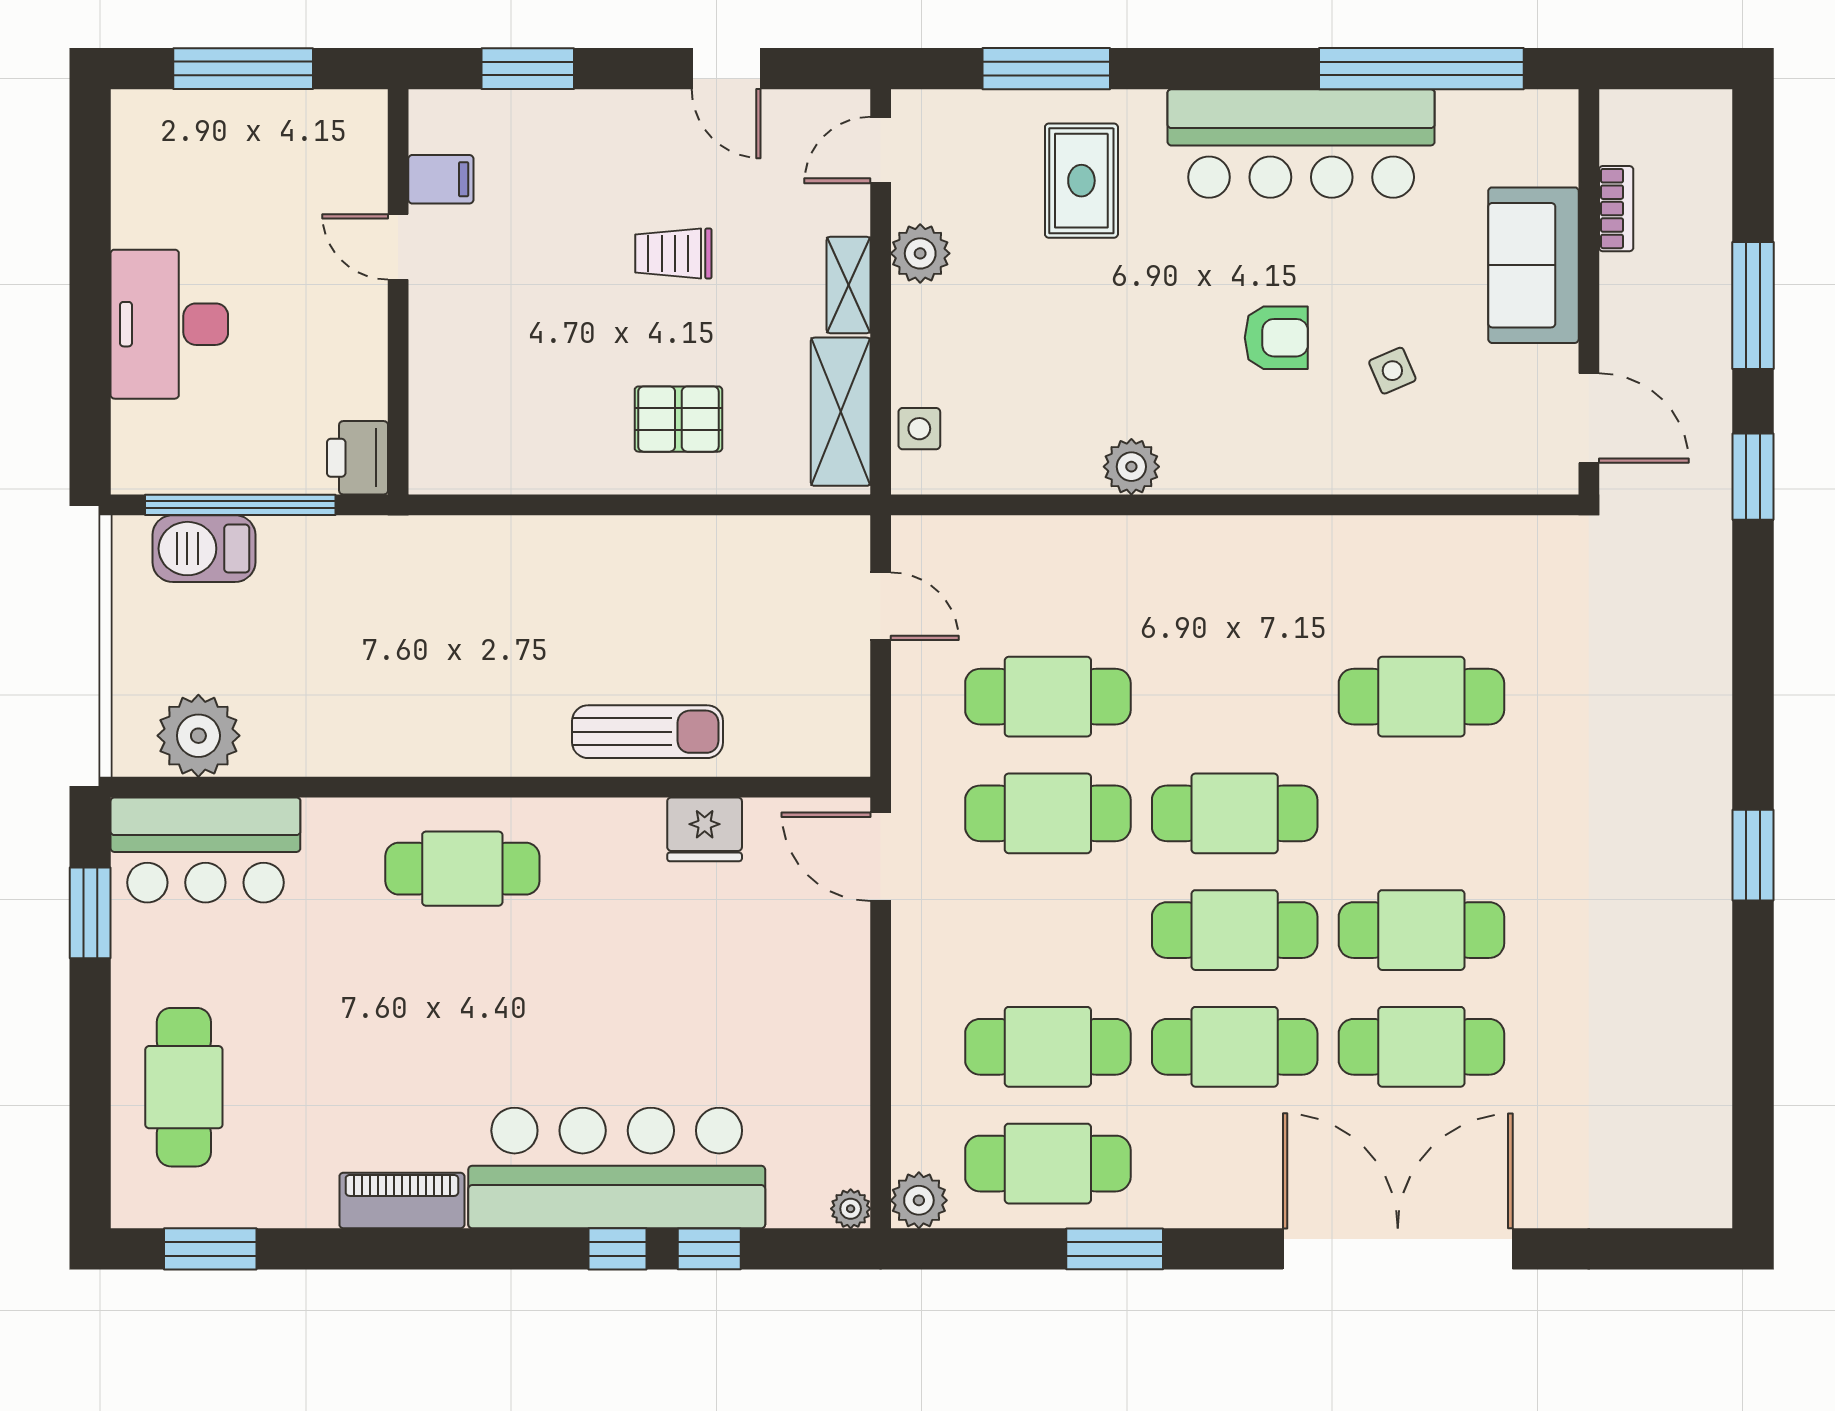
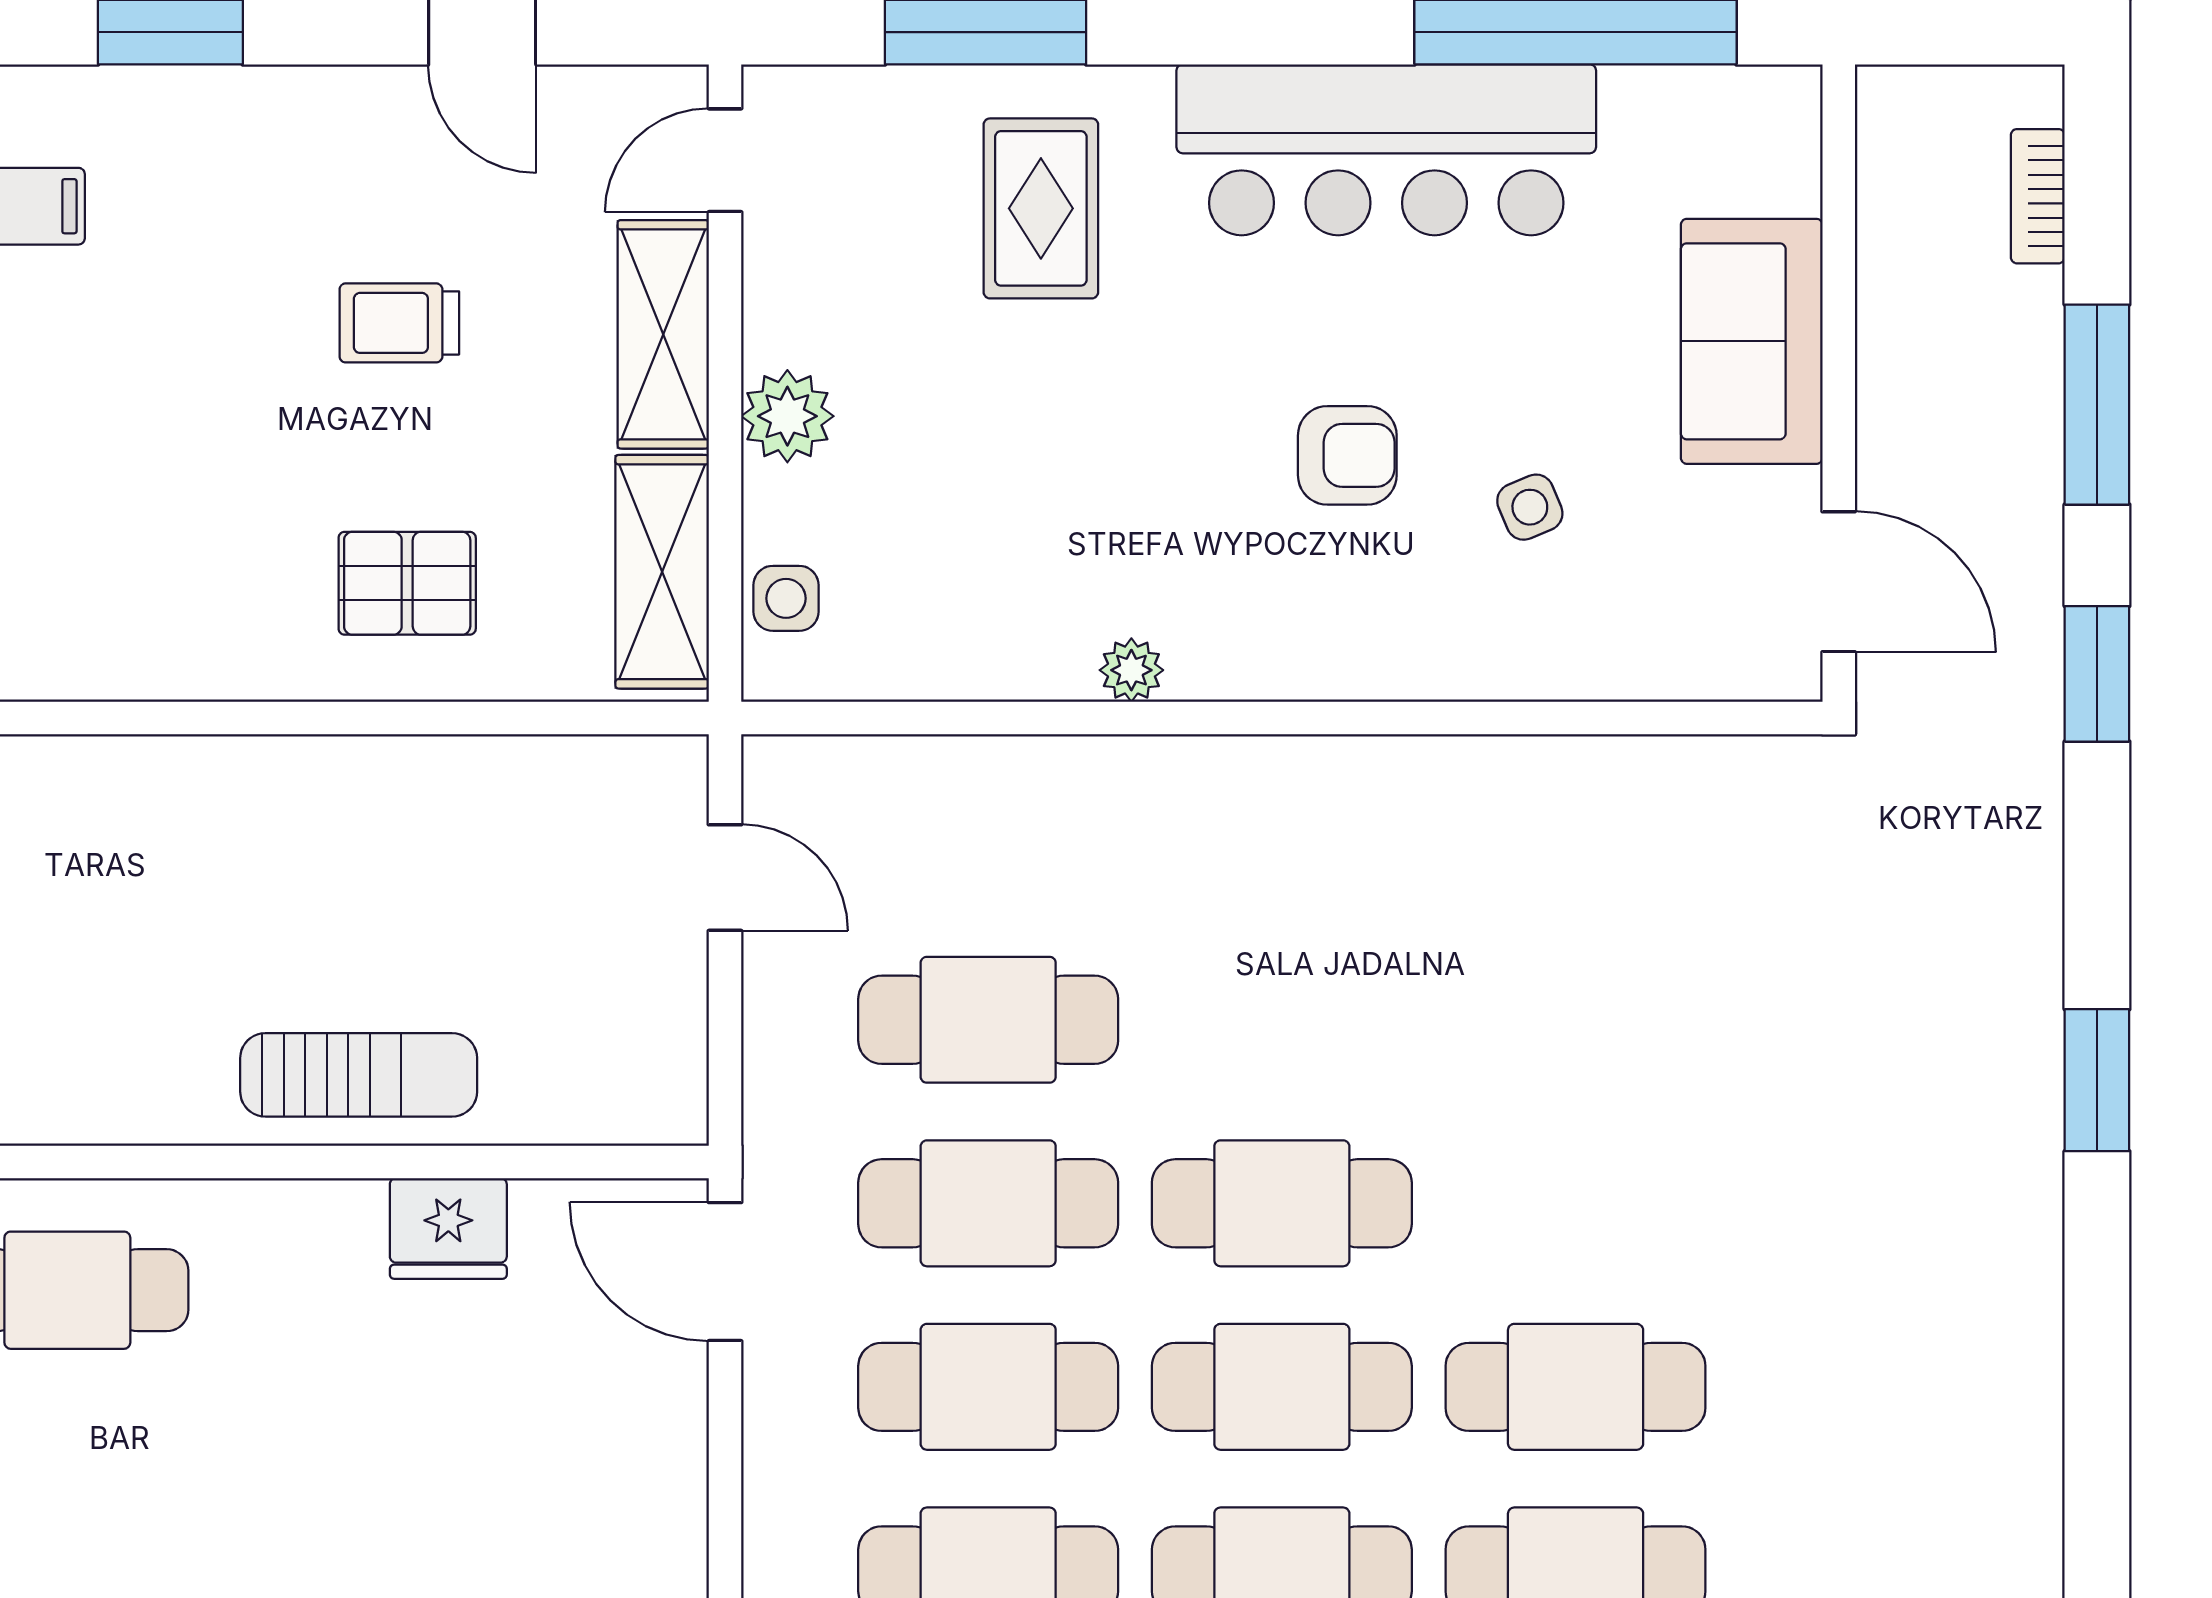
bookcase: (1616, 209) -> (2038, 196), moved, turned 180
plant: (920, 253) -> (787, 416), moved
shelving: (848, 285) -> (663, 334), width x1.50, depth x1.33
plant: (1131, 467) -> (1131, 670), width x0.73, depth x0.73
cafe table: (1421, 697) -> (988, 1387), moved
window: (1753, 855) -> (2097, 1080), moved

